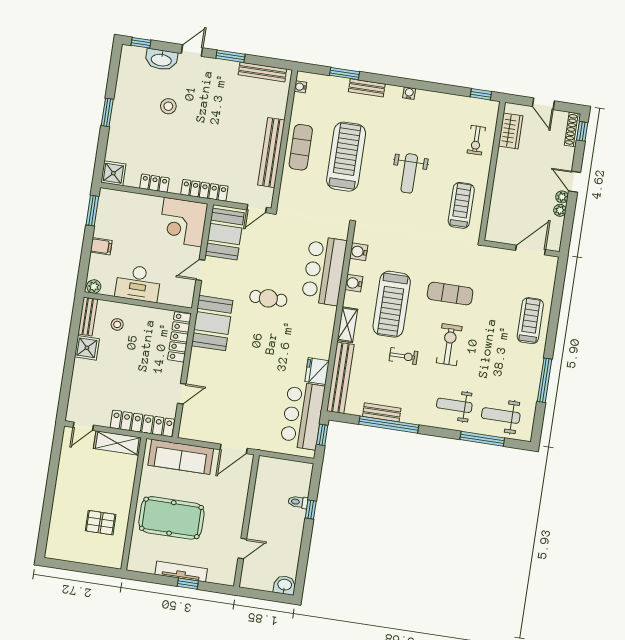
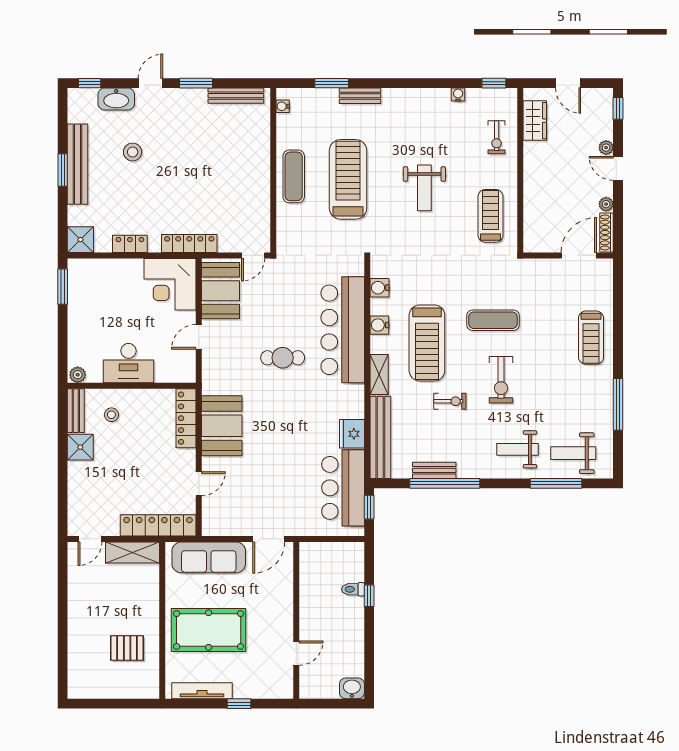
water cooler: (409, 93) -> (458, 95), moved
shoe rack: (573, 130) -> (607, 232), moved
bench: (271, 153) -> (77, 164), moved
plant: (562, 197) -> (606, 148), moved
filing cabinet: (101, 246) -> (79, 327), removed
bar counter: (324, 271) -> (343, 330), width x1.36
treadmill: (530, 321) -> (591, 338), turned 180
booth: (212, 323) -> (222, 426), moved
exercise bike: (449, 345) -> (501, 380), turned 180
tv unit: (181, 572) -> (202, 691), moved

